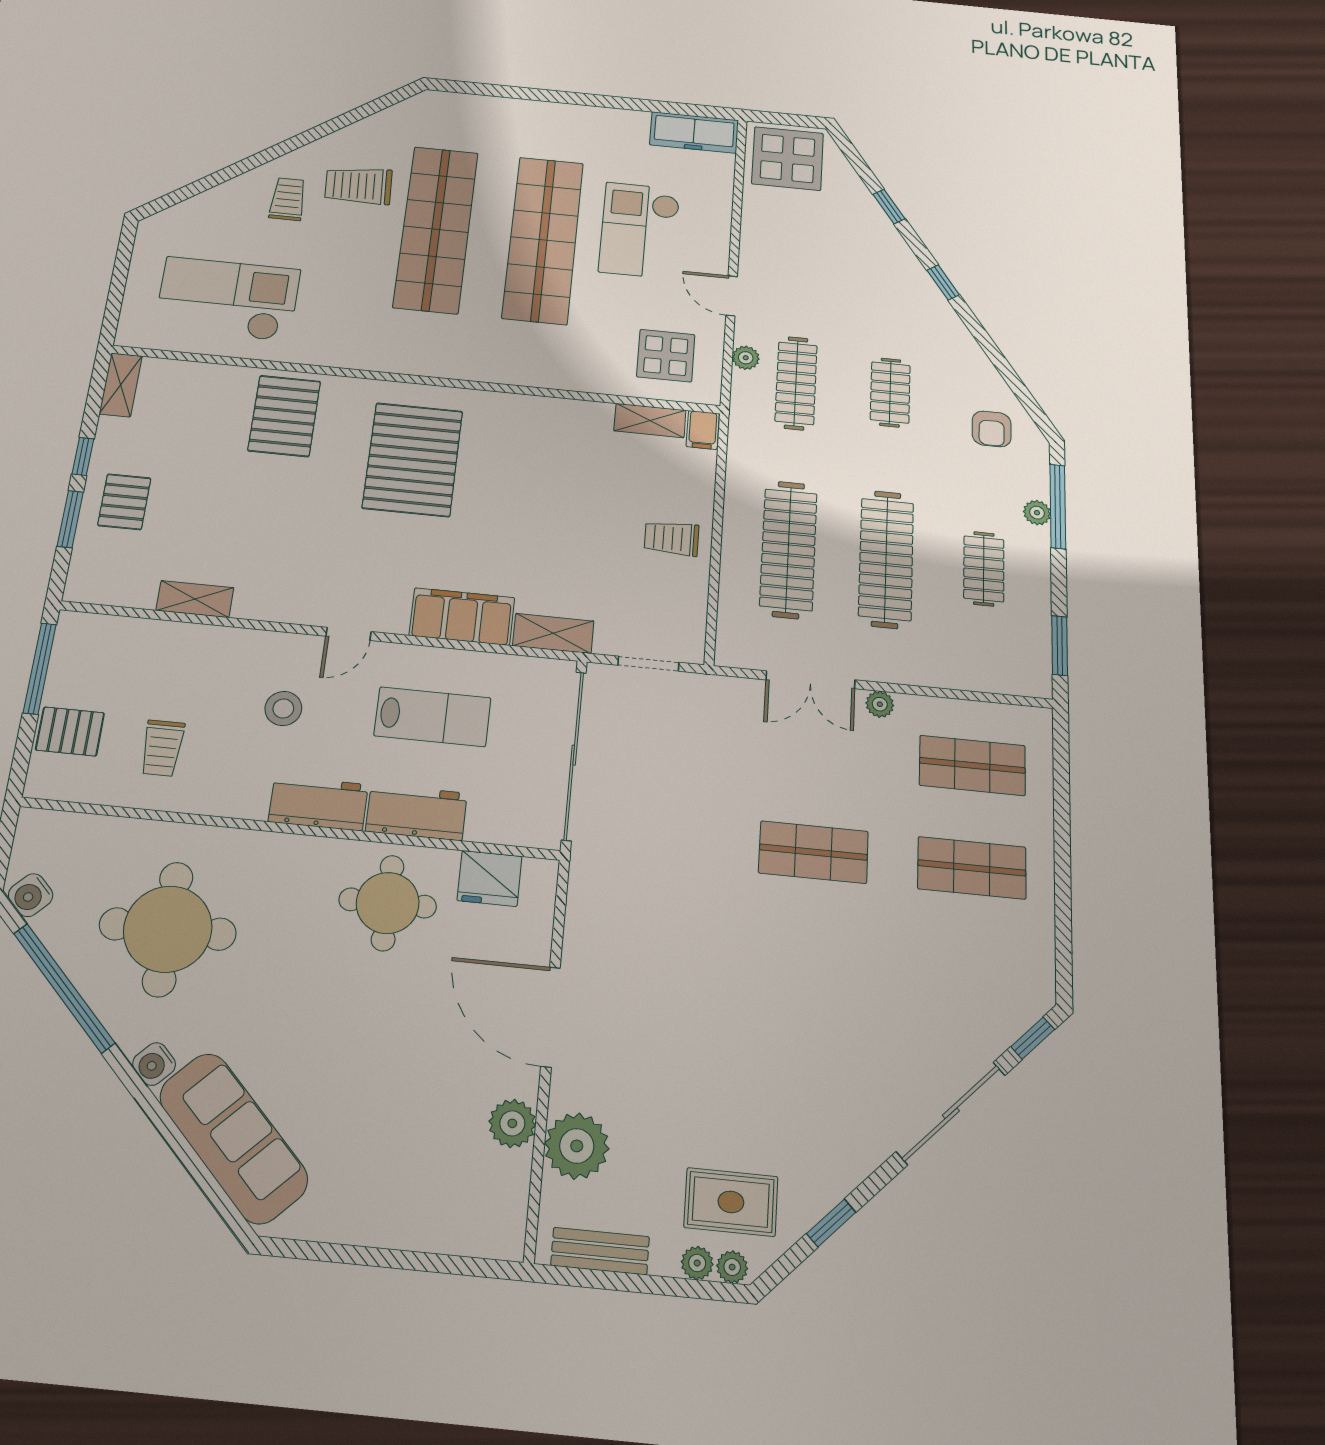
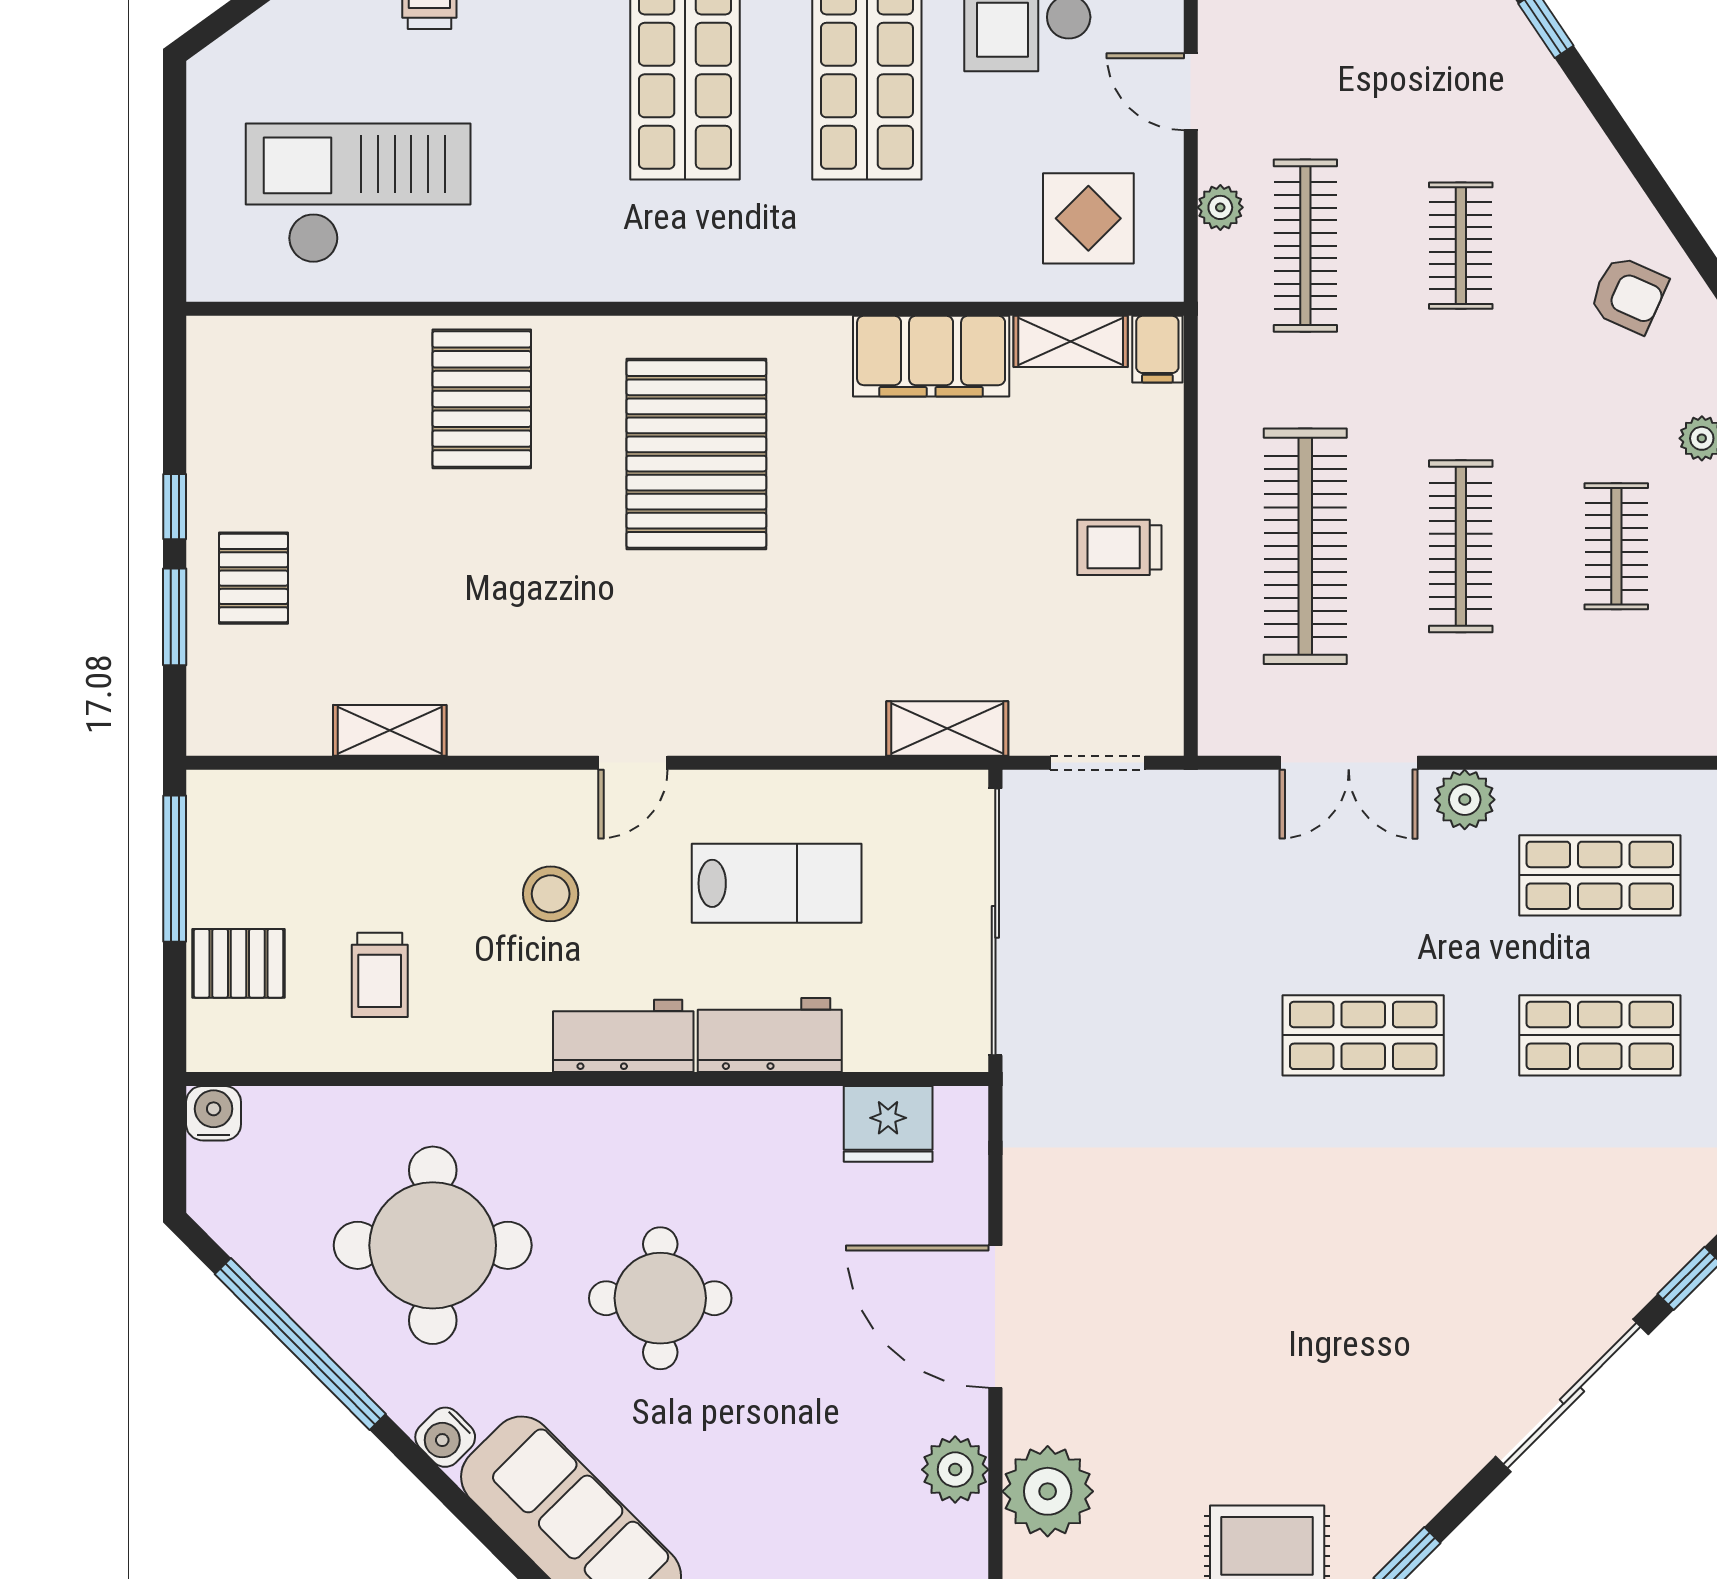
shelving: (121, 385) -> (212, 372), removed
armchair: (992, 429) -> (1628, 295), turned -66
clothes rail: (886, 559) -> (1461, 546), width x0.73, depth x0.76
filing cabinet: (462, 617) -> (931, 356), moved, turned 180
plant: (880, 704) -> (1465, 800), width x1.38, depth x1.38
water cooler: (31, 895) -> (214, 1113), moved, turned 135
round table: (388, 903) -> (660, 1298), moved

